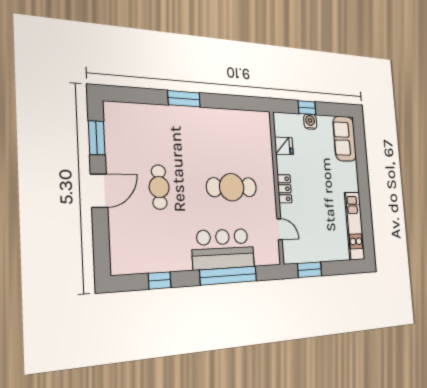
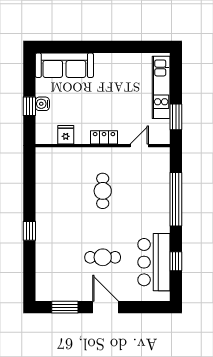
window: (184, 99) -> (29, 231), width x0.67
sofa: (345, 139) -> (64, 65), width x1.36
cafe table: (232, 187) -> (103, 191), width x0.73, depth x0.74
kitchen unit: (355, 226) -> (161, 87), moved, turned 90
bar counter: (223, 249) -> (154, 262), moved

